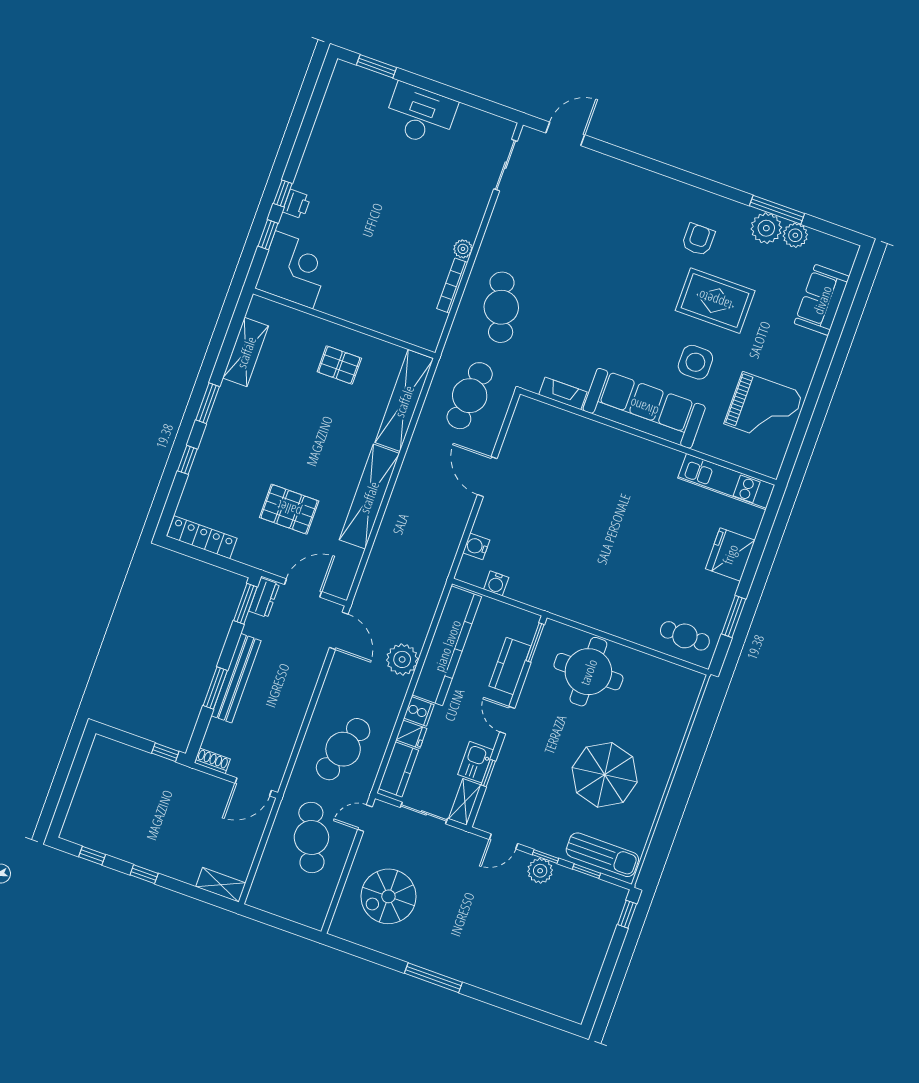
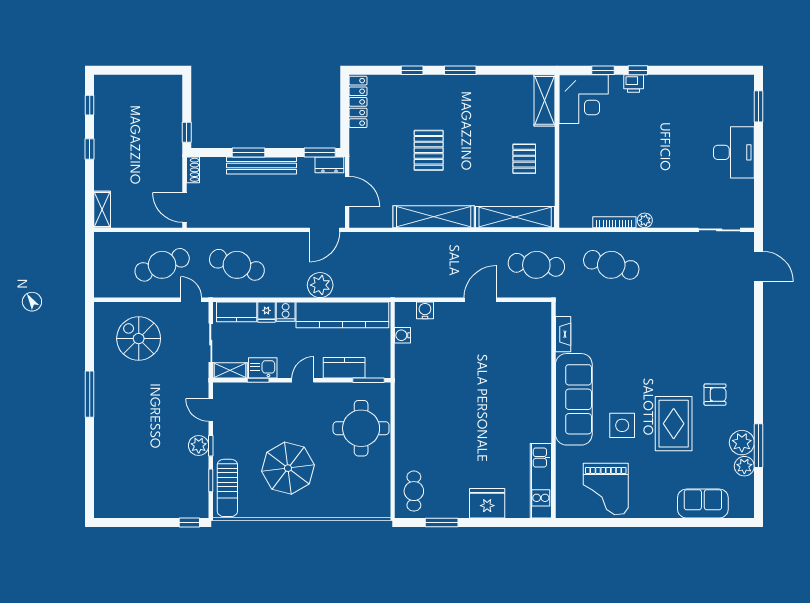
cafe table: (501, 307) -> (611, 265), turned 33
shelving: (246, 352) -> (545, 100), moved, turned 90
pallet: (289, 509) -> (429, 150), moved

